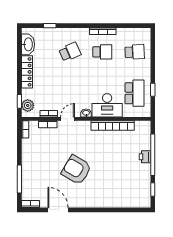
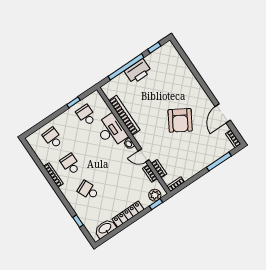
school desk: (135, 93) -> (86, 115), width x0.54
printer: (145, 157) -> (138, 71), width x1.87, depth x1.48

